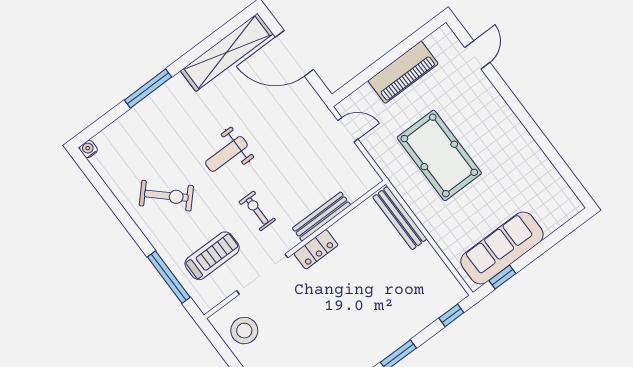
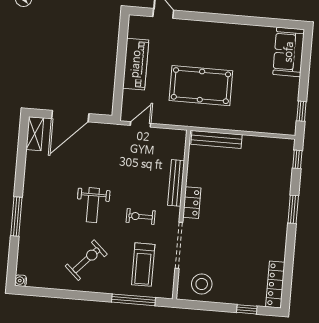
shelving: (227, 52) -> (35, 134), width x0.45, depth x0.75
sofa: (502, 248) -> (289, 52), moved, width x0.73
treadmill: (212, 256) -> (143, 265), turned 180

